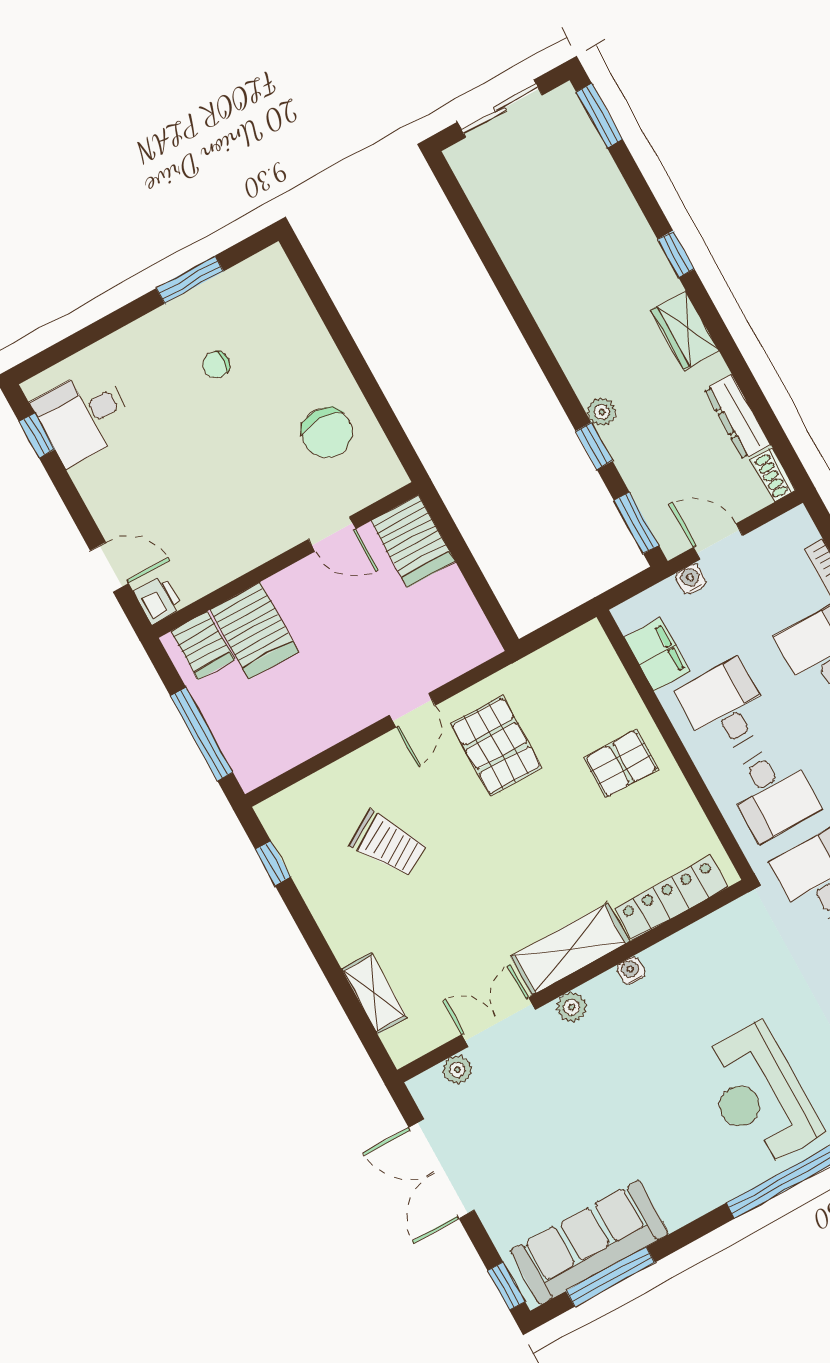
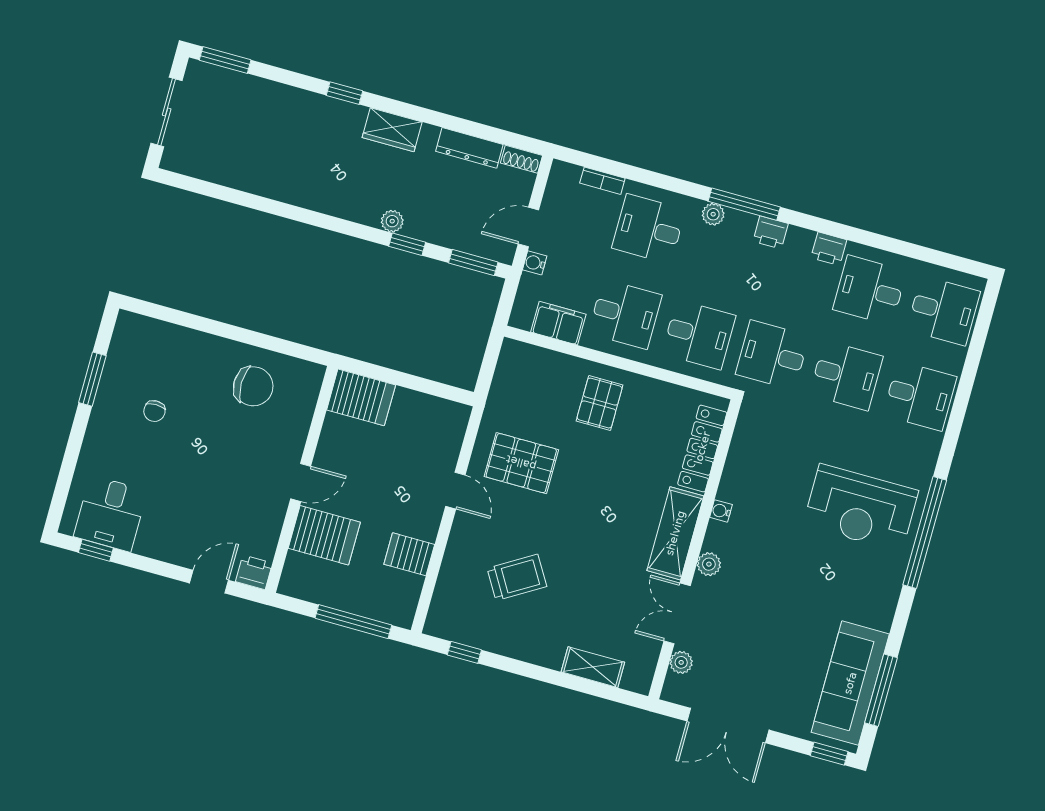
door: (332, 534) -> (301, 483), moved
server rack: (203, 645) -> (409, 554), moved, turned 180
desk: (725, 707) -> (625, 314), turned 180

